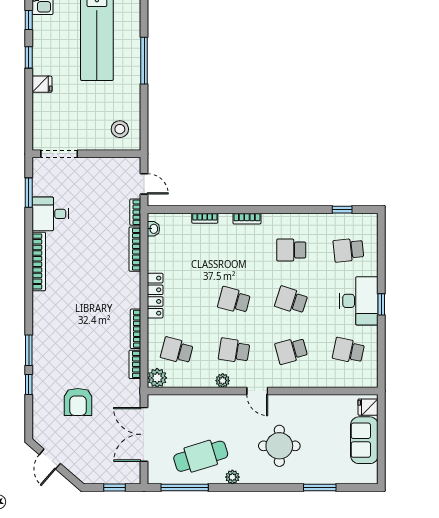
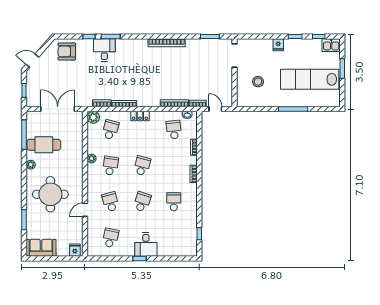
stool: (120, 129) -> (258, 82), moved
door: (144, 184) -> (215, 109), swing flipped
desk: (50, 214) -> (104, 50), moved
school desk: (348, 250) -> (174, 130), moved
locker: (155, 296) -> (140, 116), width x0.66
desk: (359, 301) -> (146, 244), width x0.73
door: (257, 391) -> (85, 210), moved
armchair: (78, 402) -> (67, 51), moved
sofa: (364, 440) -> (41, 248), moved
round table: (279, 446) -> (50, 194), width x1.36, depth x1.36
cafe table: (201, 456) -> (44, 145), turned -73
door: (50, 459) -> (32, 61), moved

